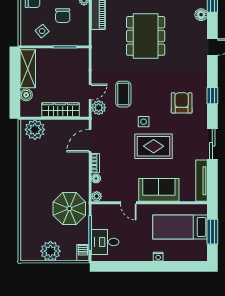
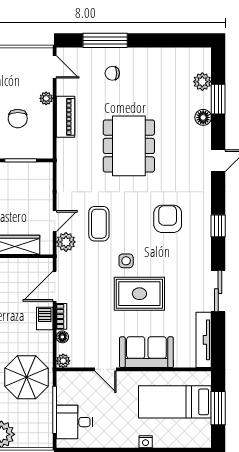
armchair: (182, 103) -> (168, 219), moved
barbecue: (83, 253) -> (45, 318), moved

